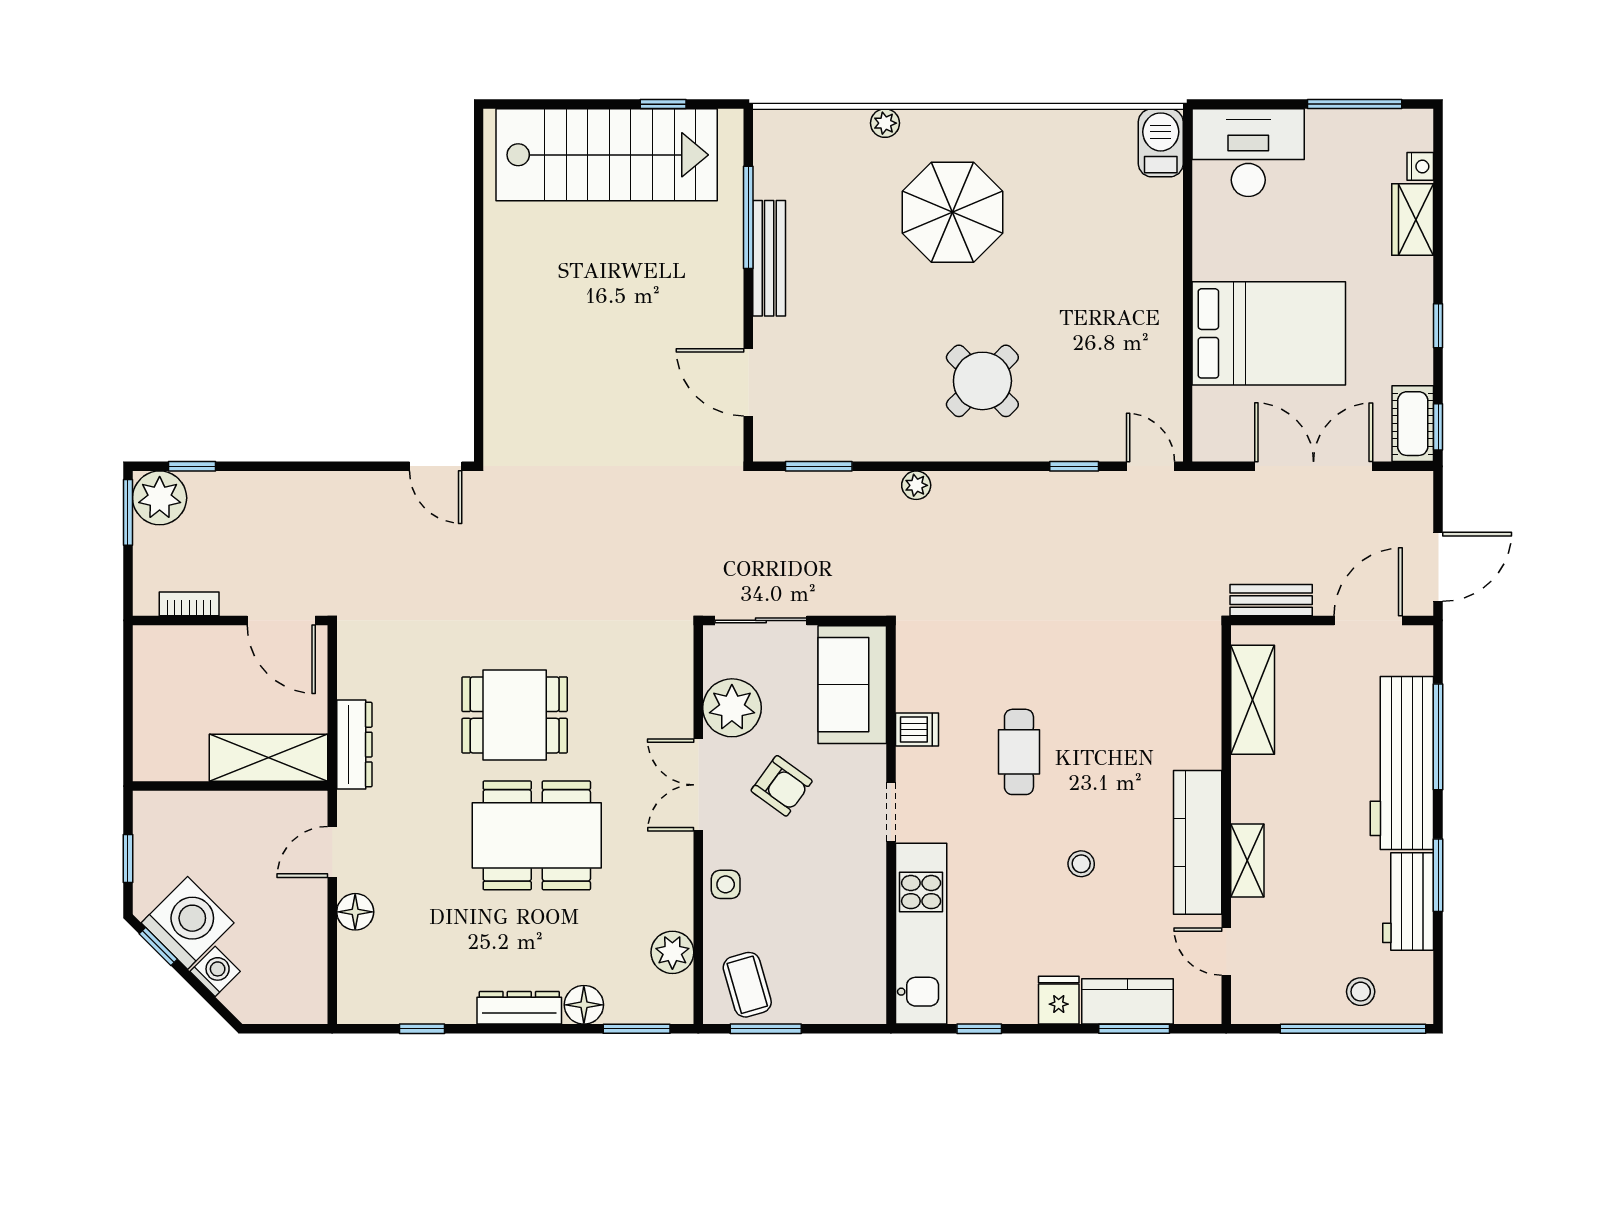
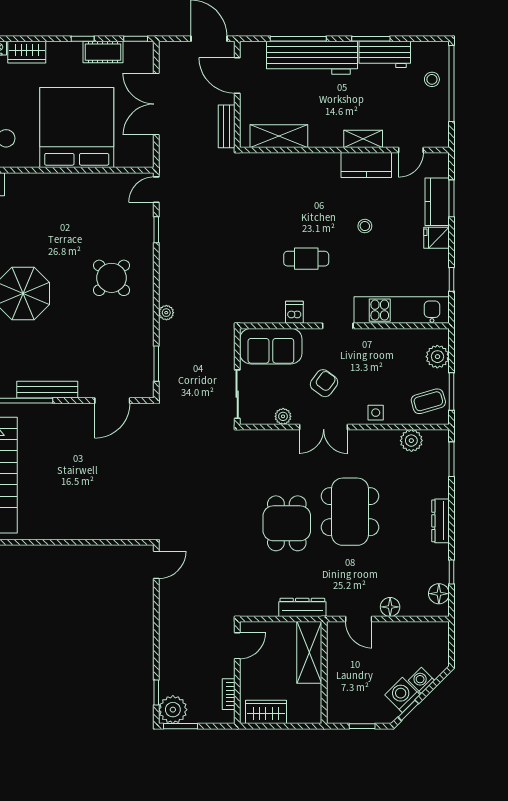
bed: (1269, 333) -> (77, 128), width x1.36
cot: (1413, 424) -> (103, 52), moved
door: (281, 620) -> (237, 646), width x0.73
wardrobe: (155, 675) -> (266, 712), added
plant: (732, 708) -> (283, 416), width x0.53, depth x0.53
kitchen counter: (1198, 842) -> (366, 165), width x0.67
washing machine: (188, 923) -> (402, 695), width x0.73, depth x0.73
plant: (832, 1002) -> (437, 357), added
floor lamp: (584, 1005) -> (439, 594), moved

